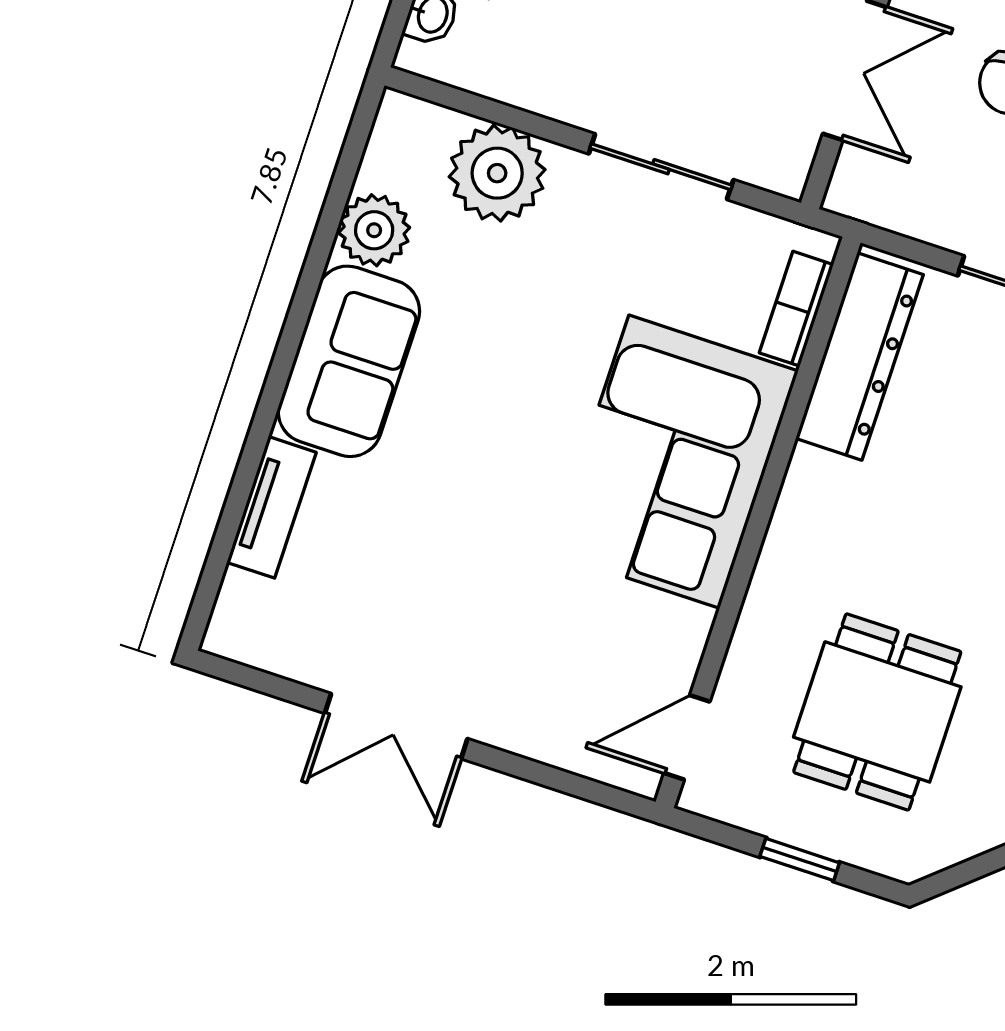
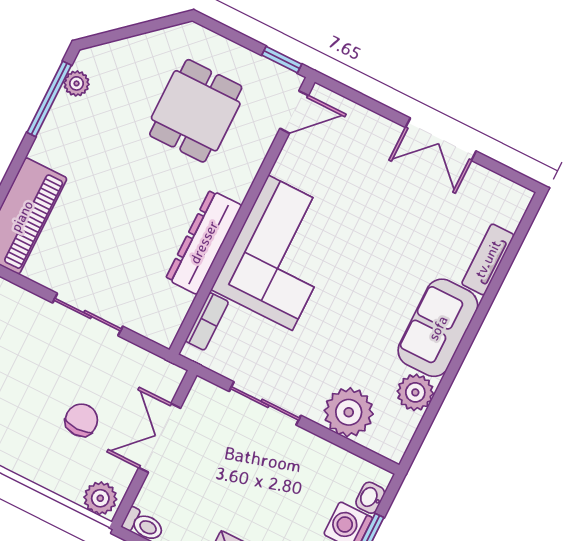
dresser: (860, 357) -> (204, 242), moved
double door: (396, 726) -> (441, 139), swing flipped
window: (800, 860) -> (282, 60), moved

